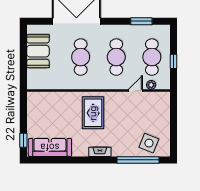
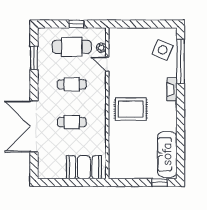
booth: (38, 51) -> (84, 167), moved
cafe table: (81, 57) -> (72, 122), width x0.73, depth x0.74
cafe table: (116, 57) -> (72, 84), width x0.73, depth x0.74
fireplace: (100, 152) -> (172, 89), moved

